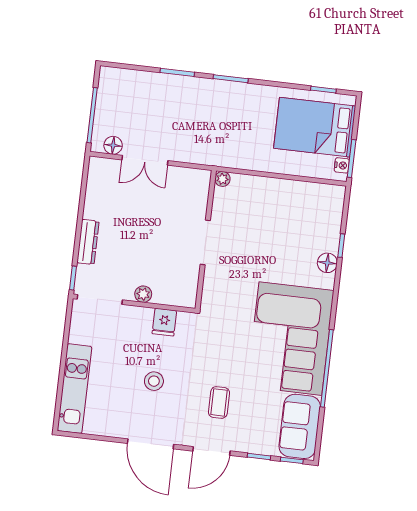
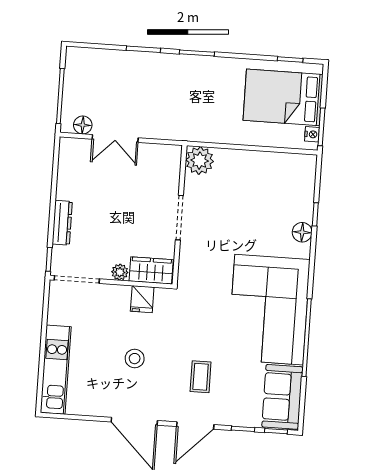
plant: (222, 179) -> (200, 161), width x1.88, depth x1.88
wardrobe: (175, 294) -> (151, 270), added

